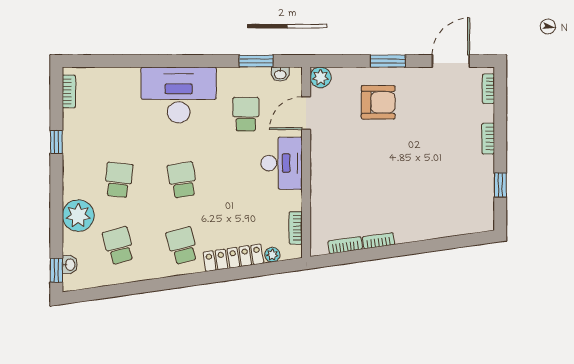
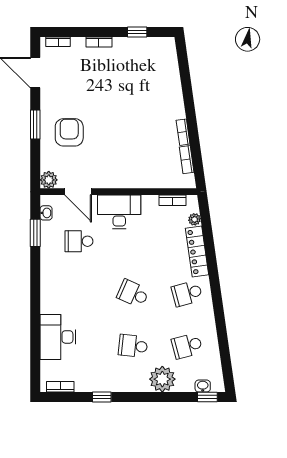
desk: (179, 95) -> (58, 337), moved, width x0.73, depth x0.77
school desk: (182, 180) -> (133, 294), turned 33

